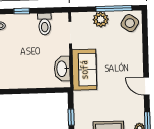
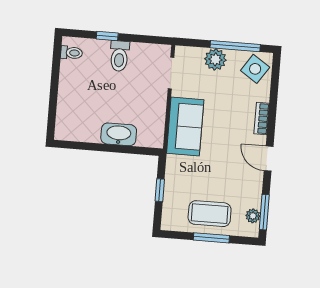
toilet: (45, 24) -> (119, 56), moved
bookcase: (138, 58) -> (262, 119), added
washbasin: (62, 69) -> (119, 134), moved, turned 90

